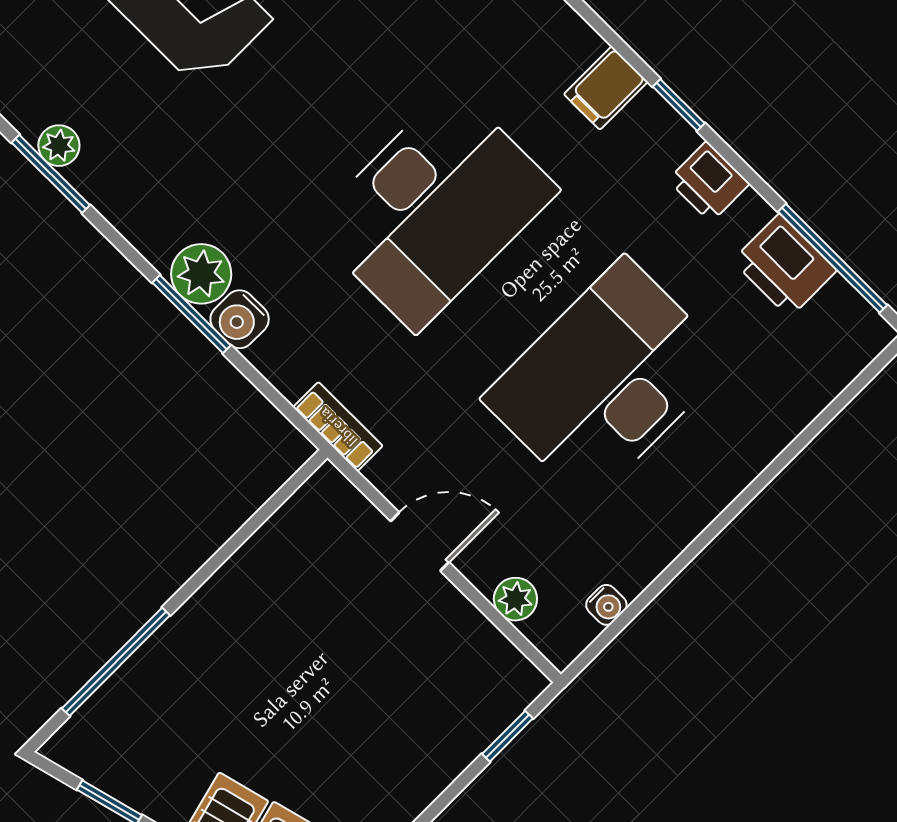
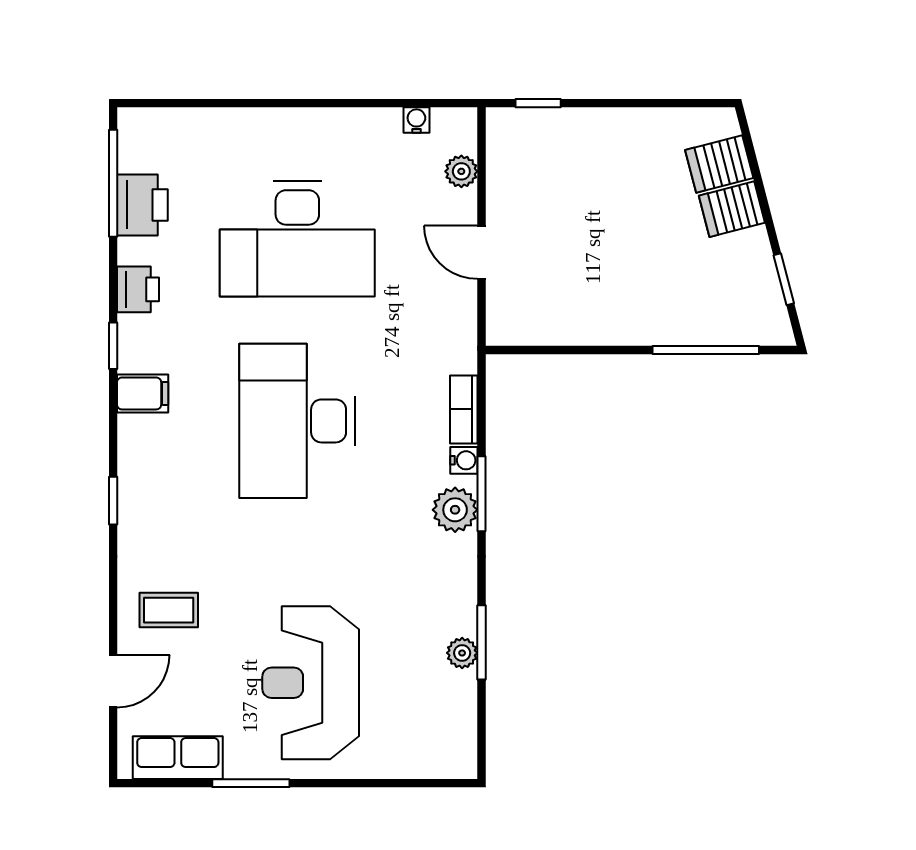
desk: (434, 208) -> (297, 421), turned -90
water cooler: (240, 319) -> (464, 460), width x0.72, depth x0.72
bookcase: (338, 427) -> (464, 409), moved

